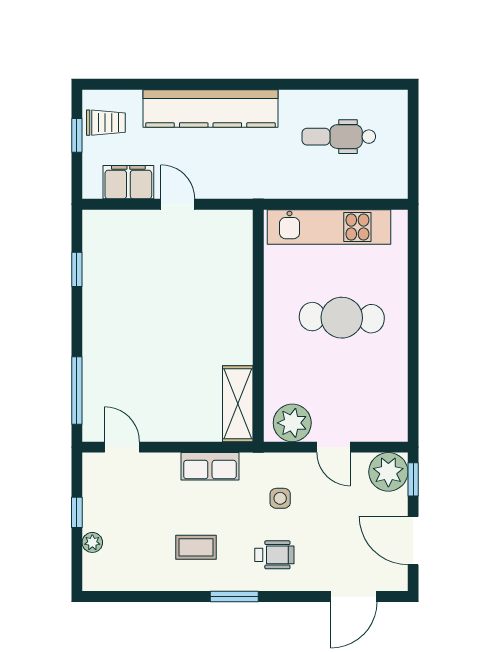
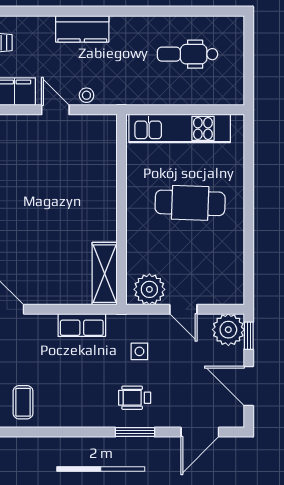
kitchen counter: (211, 108) -> (82, 29), width x0.48, depth x0.86
stool: (216, 187) -> (86, 95), added
coffee table: (196, 547) -> (23, 402), moved, turned 90
wheelchair: (274, 555) -> (135, 398), turned 180
window: (234, 597) -> (135, 432), moved

